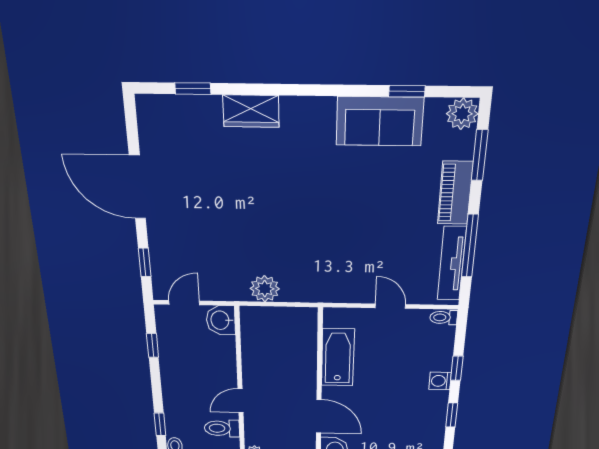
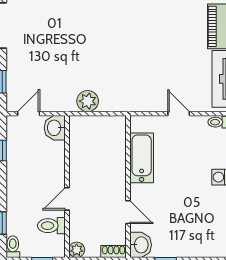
door: (319, 416) -> (128, 212), width x0.73

